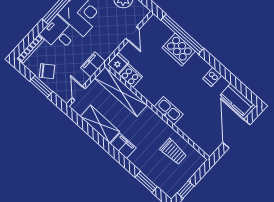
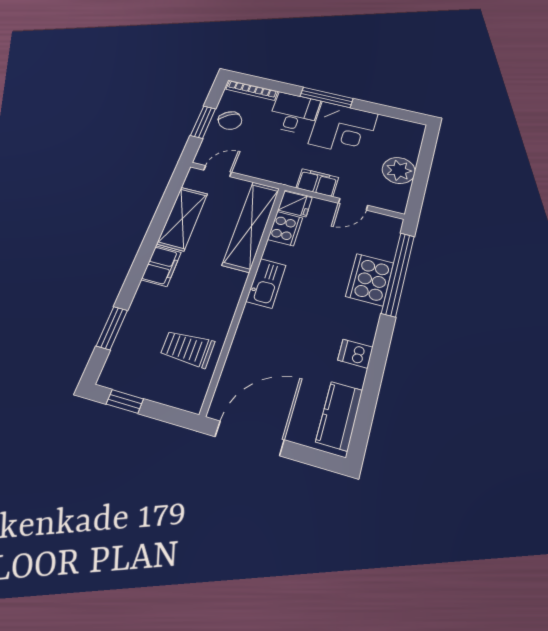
filing cabinet: (93, 65) -> (317, 183), moved
kitchen sink: (169, 111) -> (266, 283), moved
door: (236, 134) -> (250, 438), moved
trolley: (173, 152) -> (188, 349), turned 90

